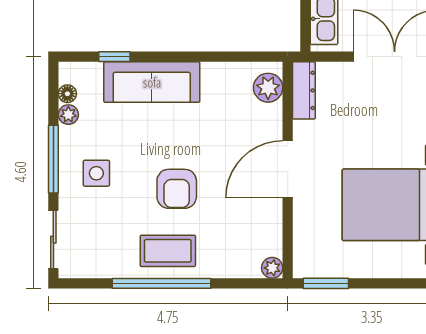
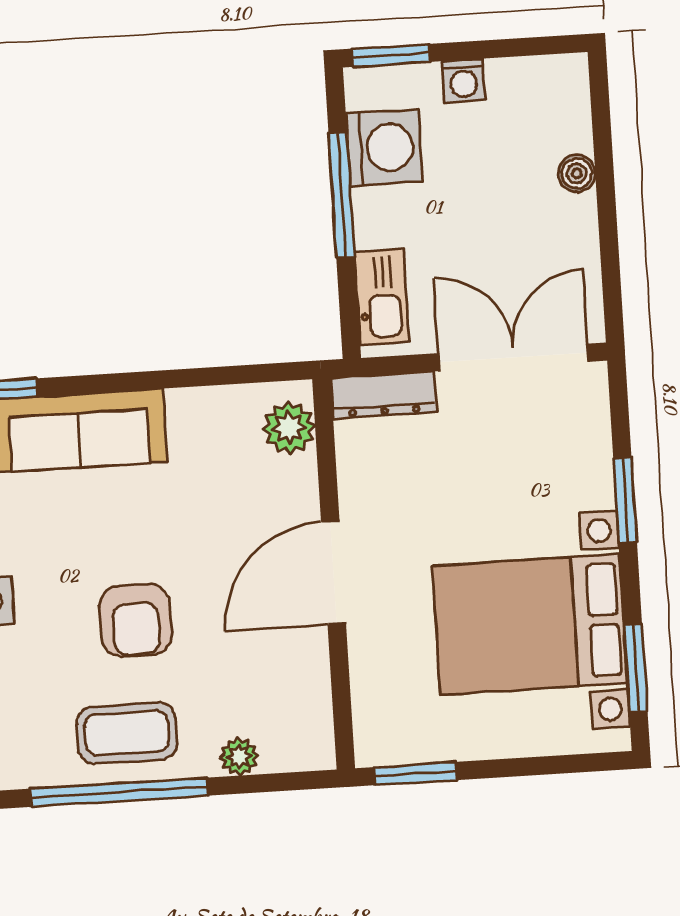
dresser: (304, 90) -> (383, 395), moved, turned 90
plant: (272, 268) -> (239, 757), moved

